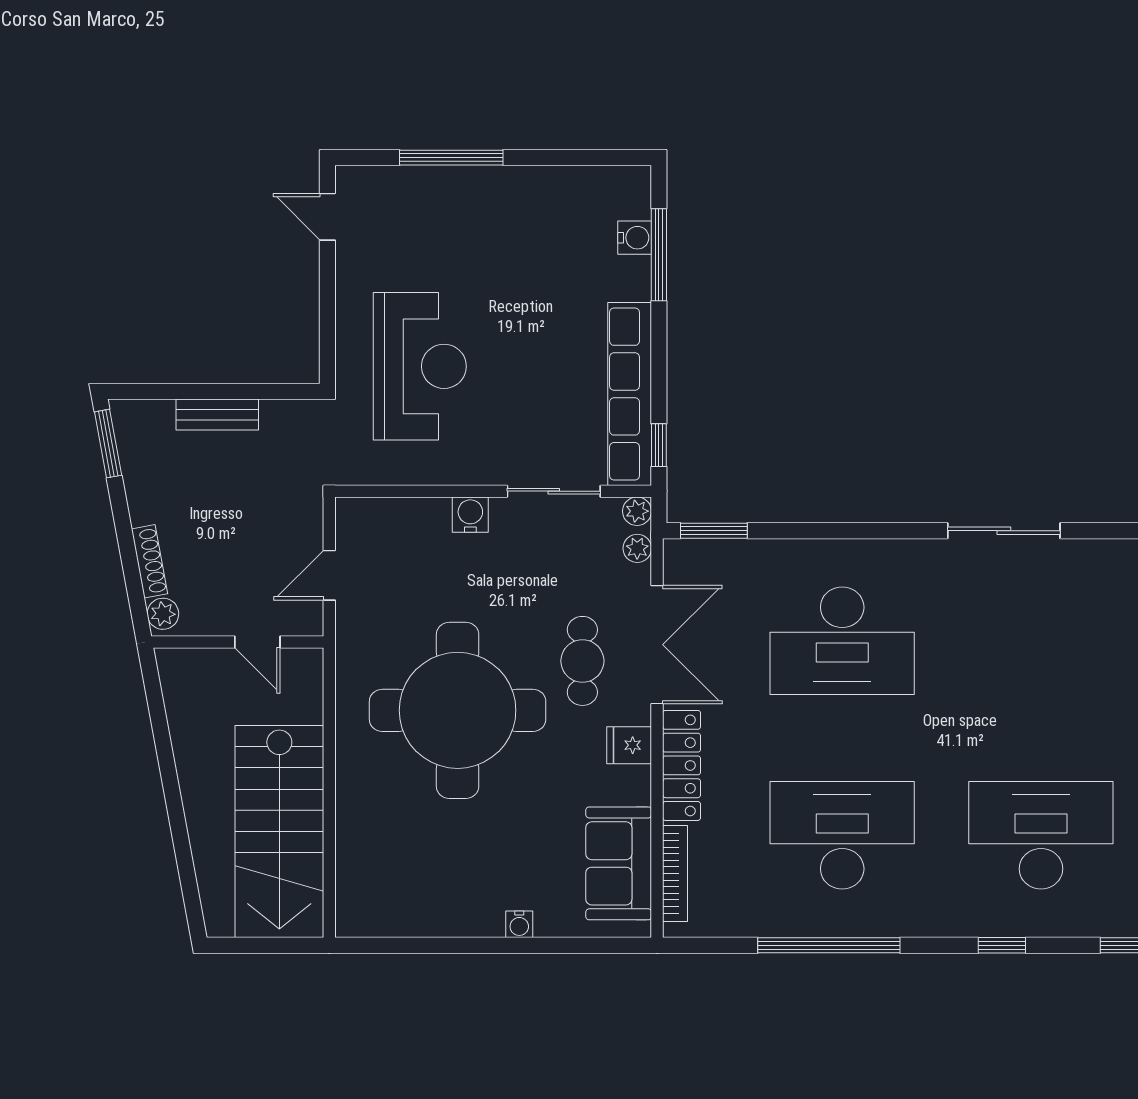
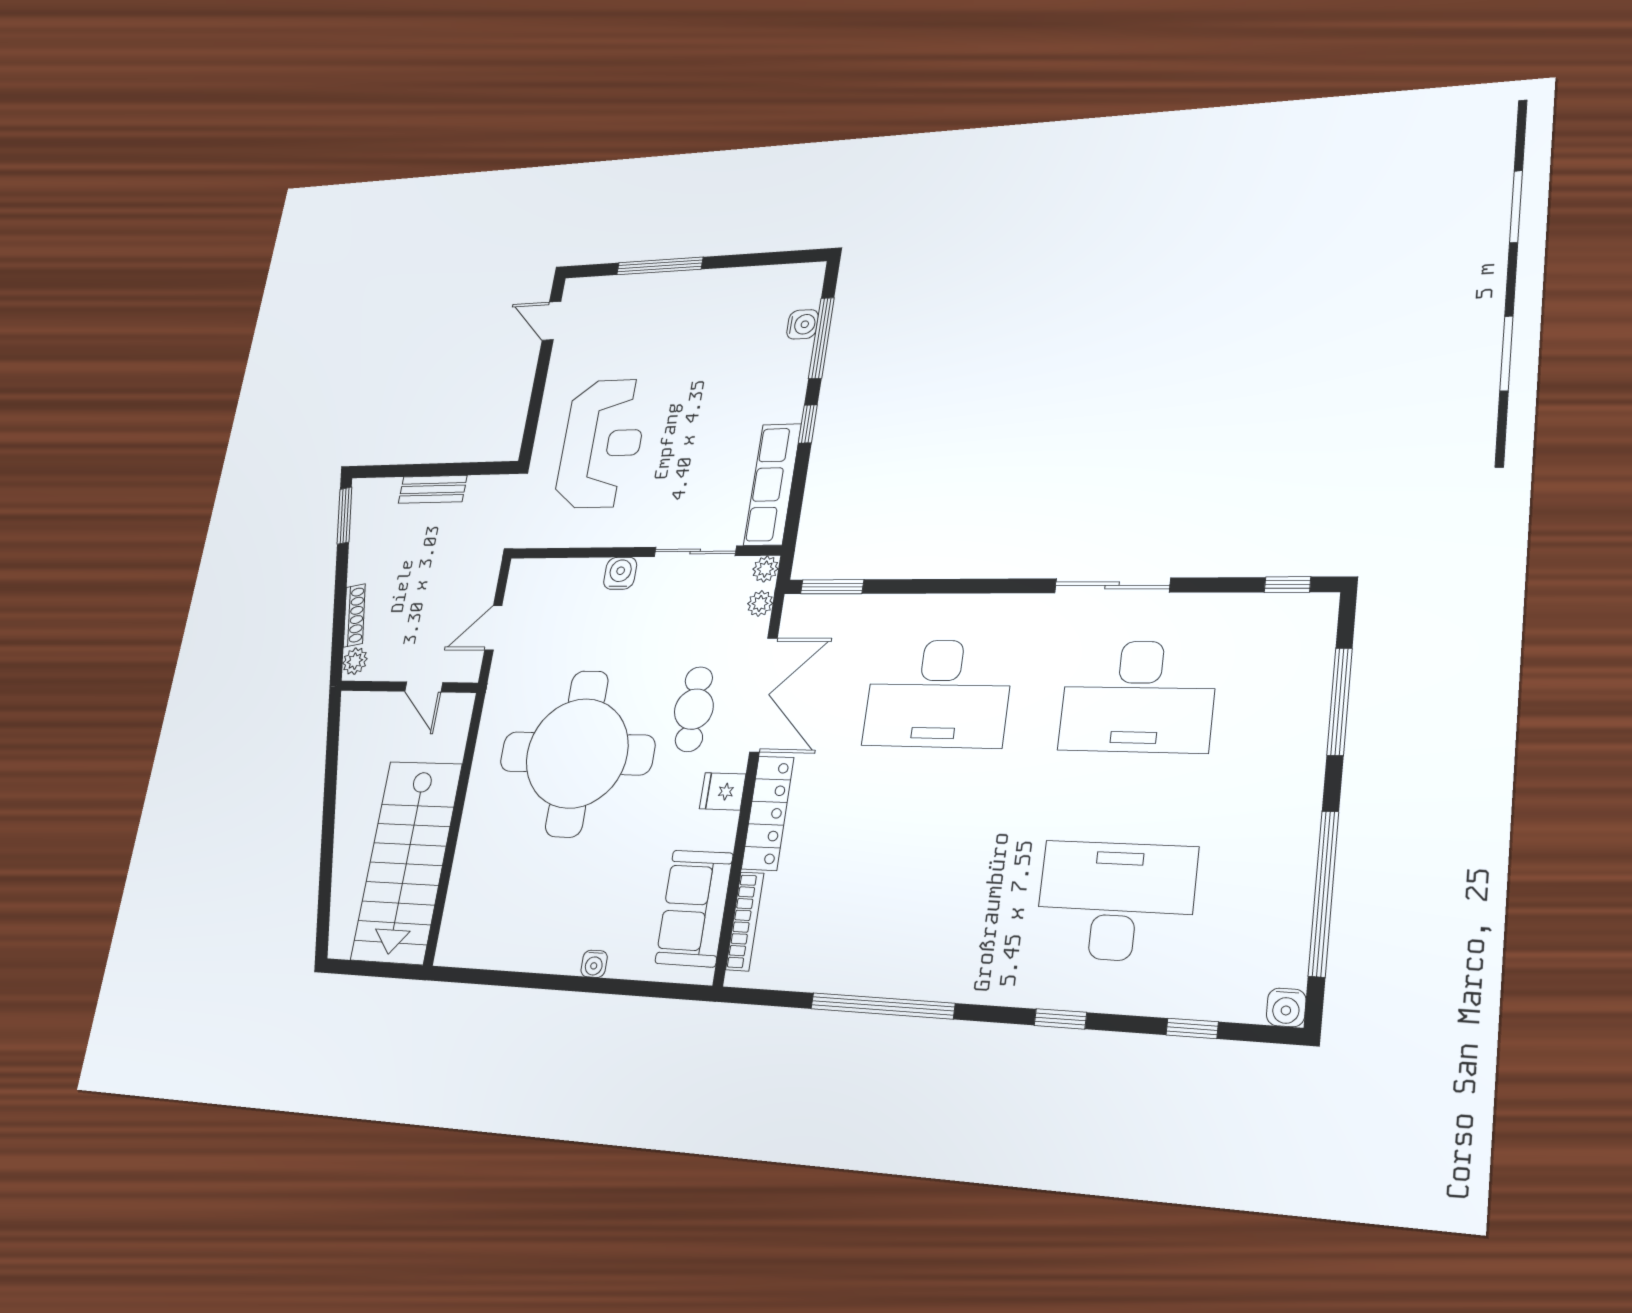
row of seats: (630, 394) -> (773, 484), width x0.73
window: (659, 445) -> (808, 424), moved
desk: (842, 835) -> (1138, 696), moved, turned 180

